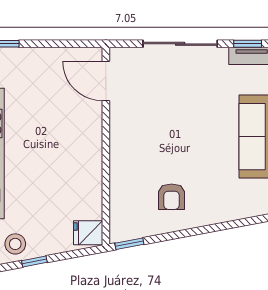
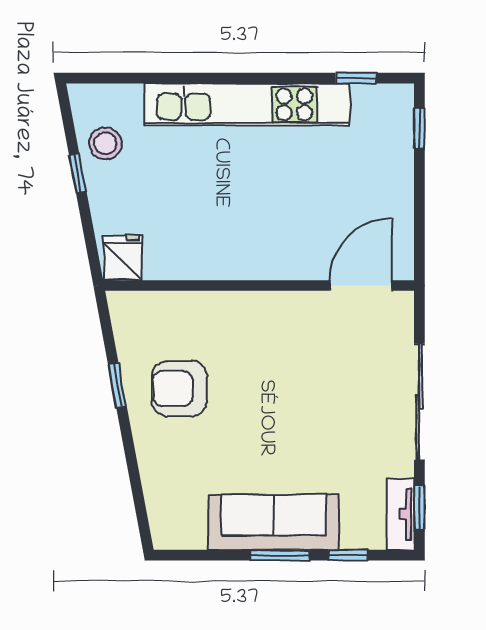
armchair: (172, 197) -> (179, 388), width x1.38, depth x1.38
window: (129, 244) -> (117, 385), moved

